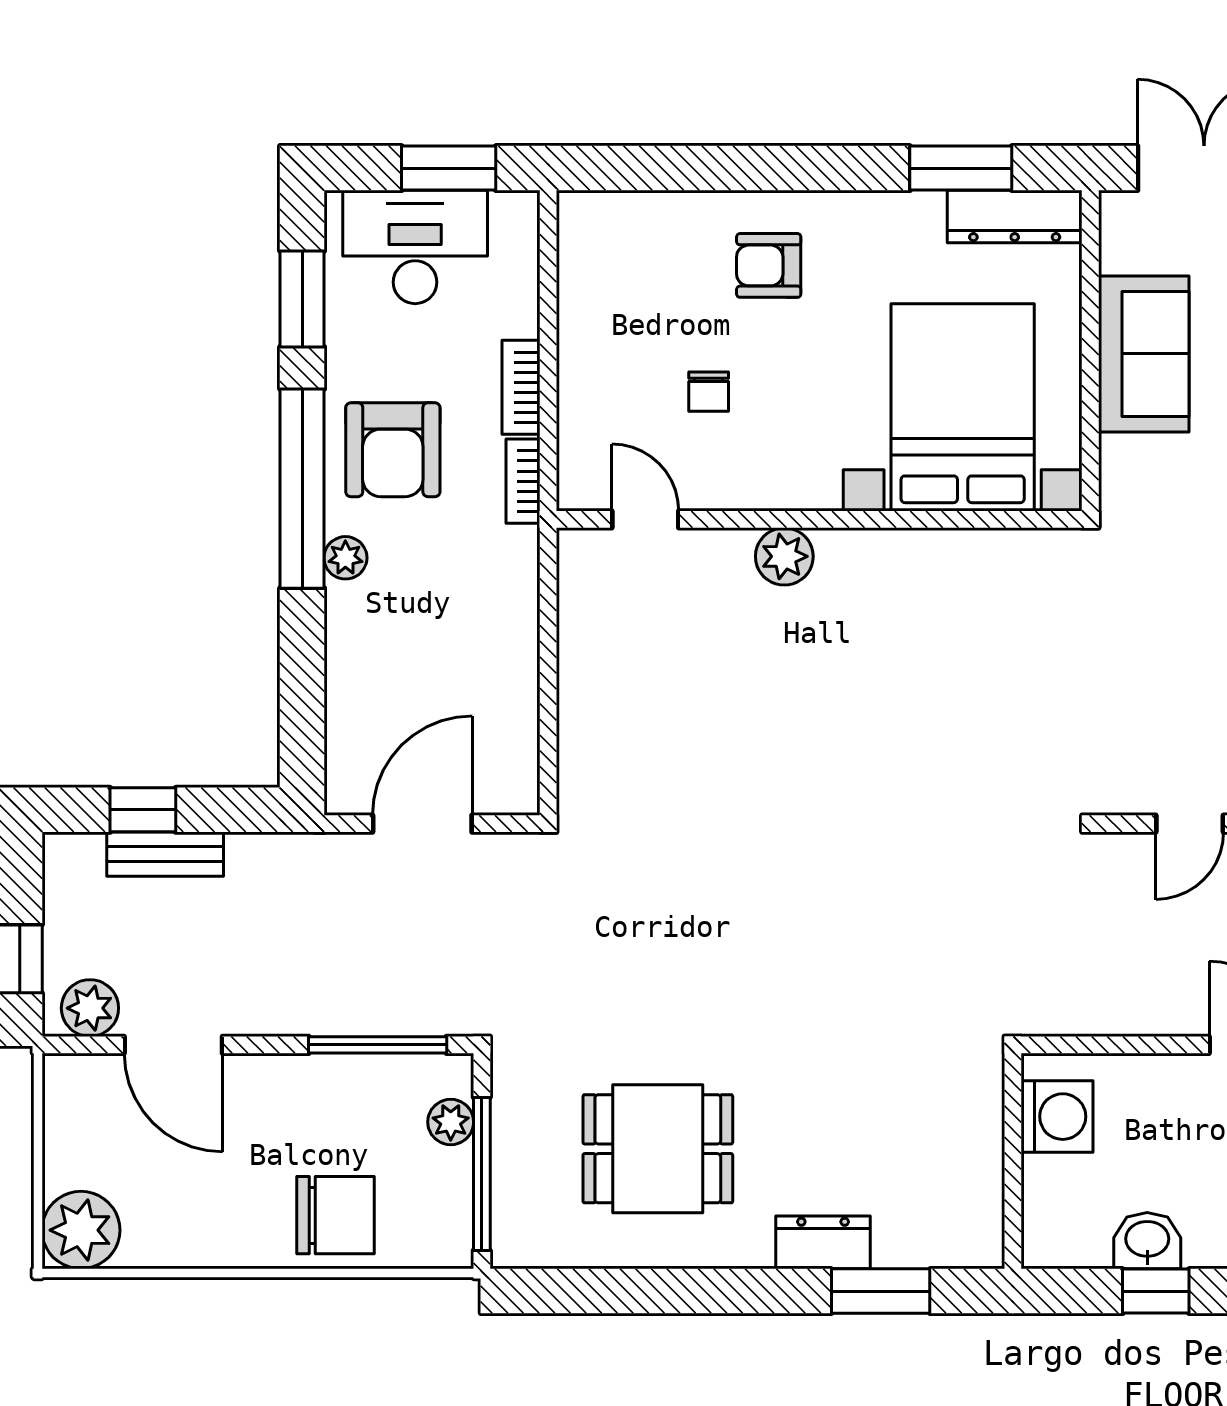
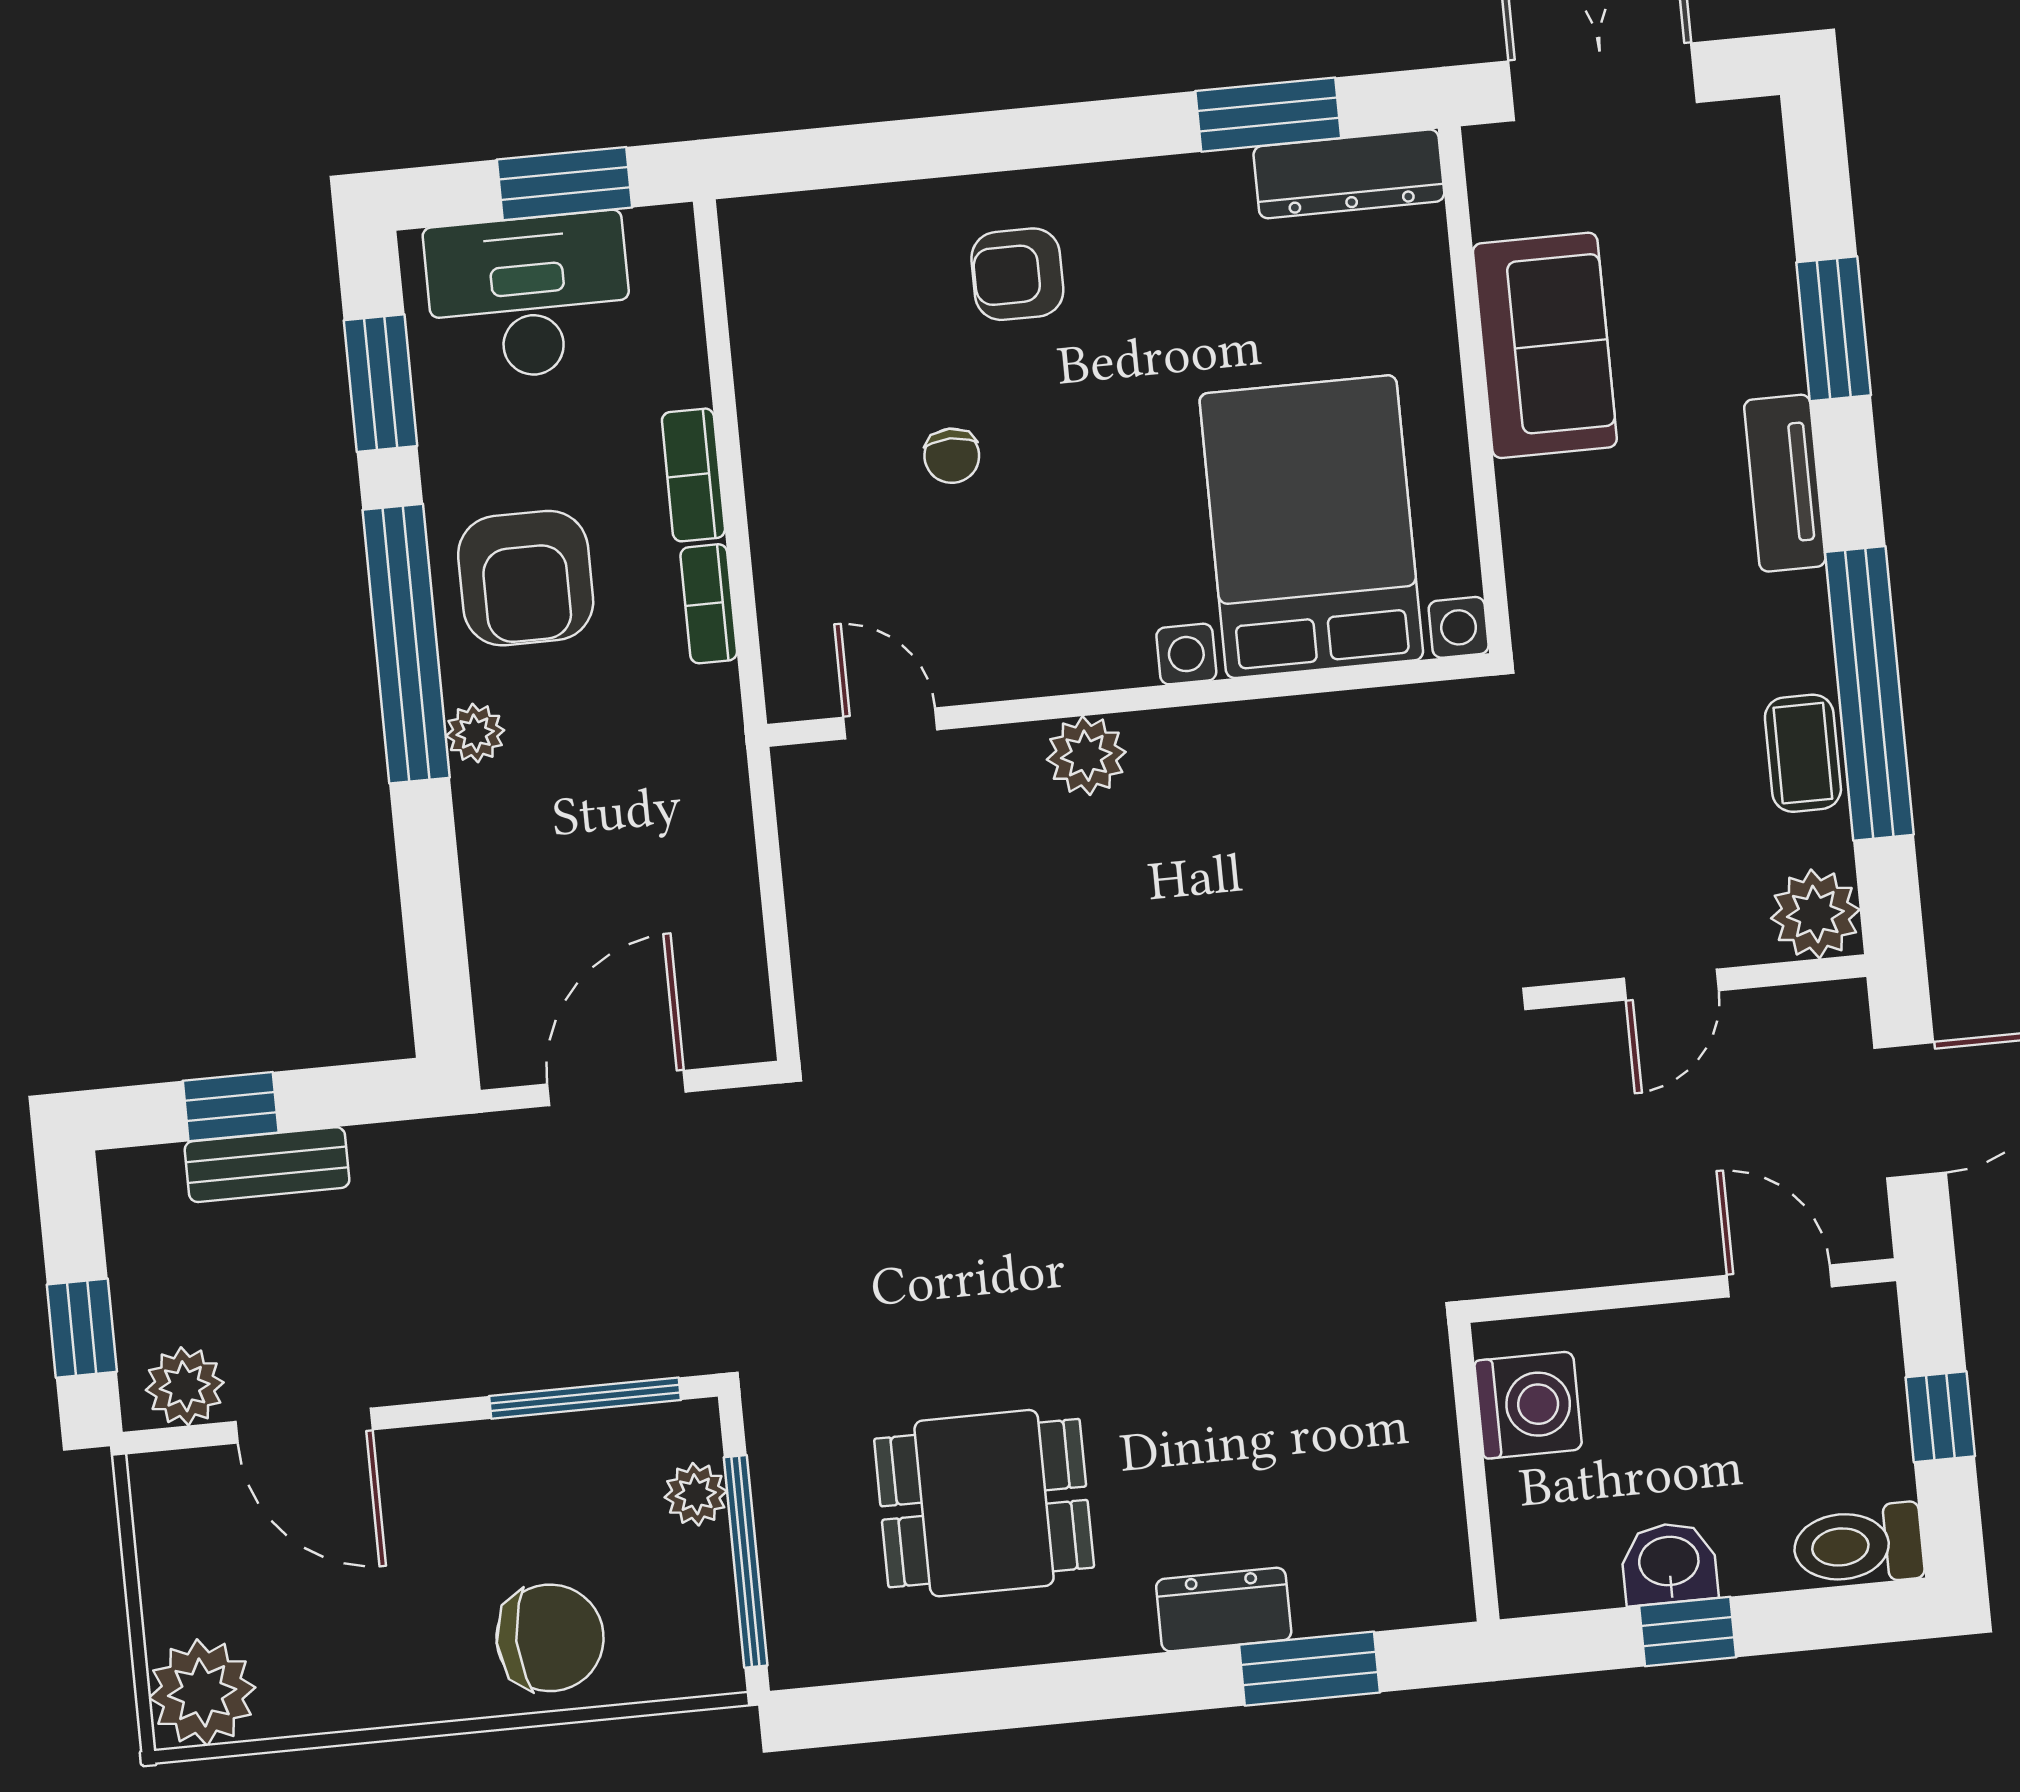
bed with nightstands: (963, 407) -> (1311, 527), moved
door: (645, 519) -> (890, 723), moved
wall: (819, 519) -> (1129, 700), moved
plant: (784, 556) -> (1086, 756), moved

